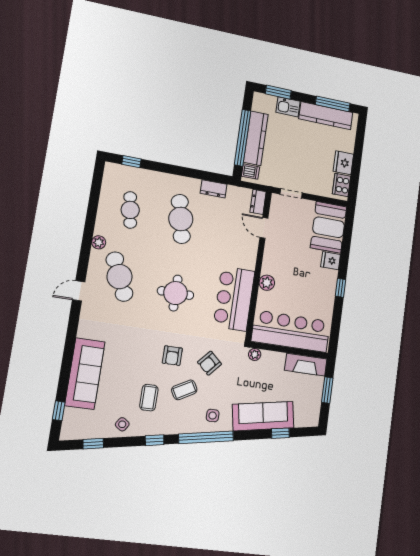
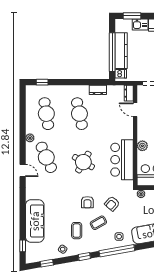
cafe table: (130, 210) -> (46, 114), width x1.37, depth x1.35
door: (79, 291) -> (23, 170), swing flipped
round table: (176, 293) -> (83, 162), turned 30

